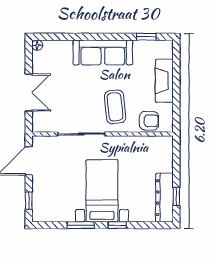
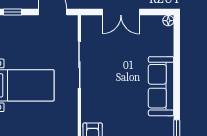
coffee table: (115, 107) -> (107, 98), removed

